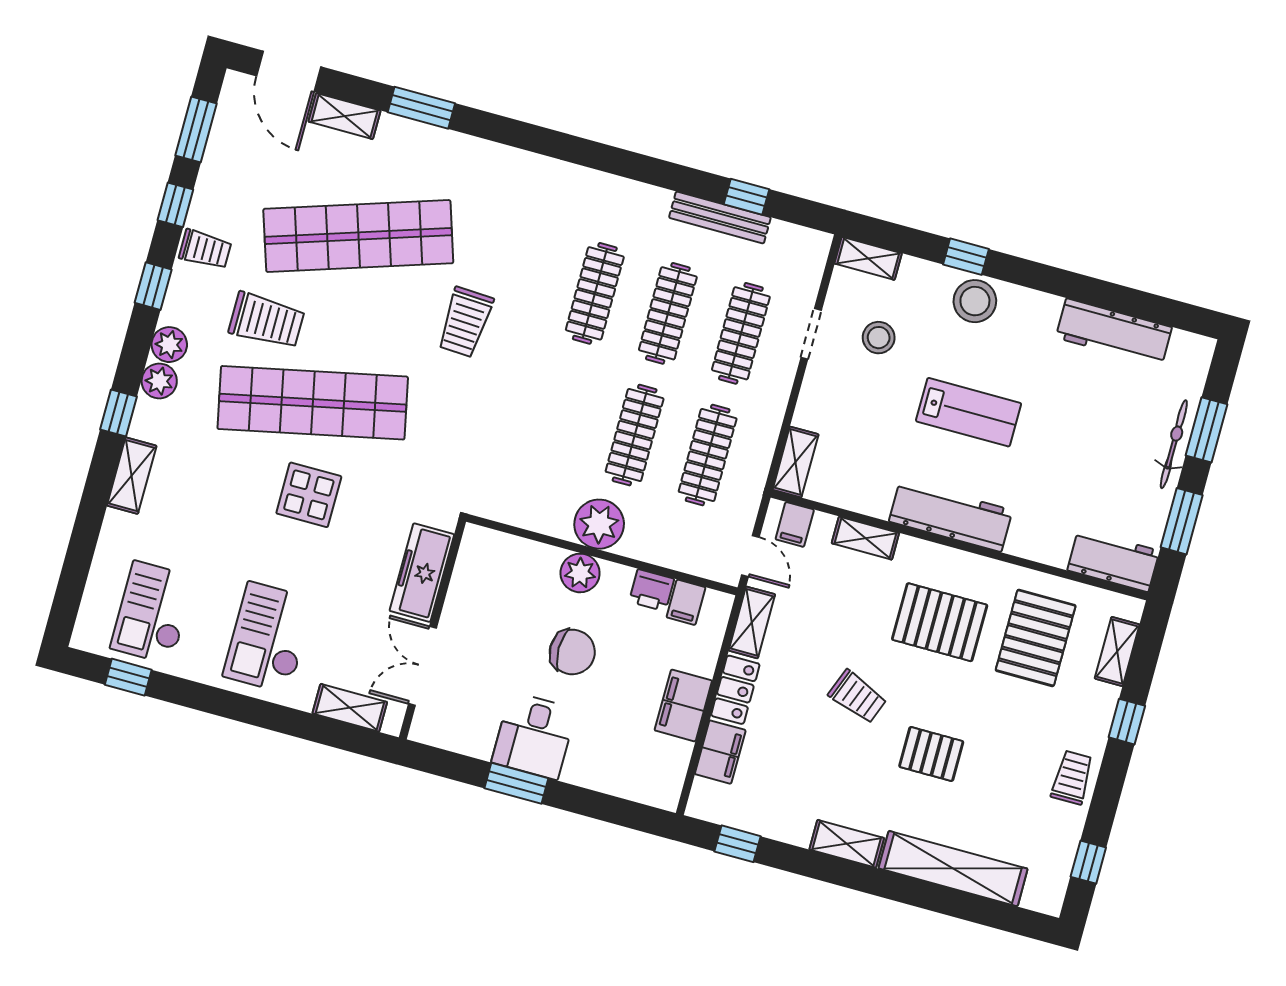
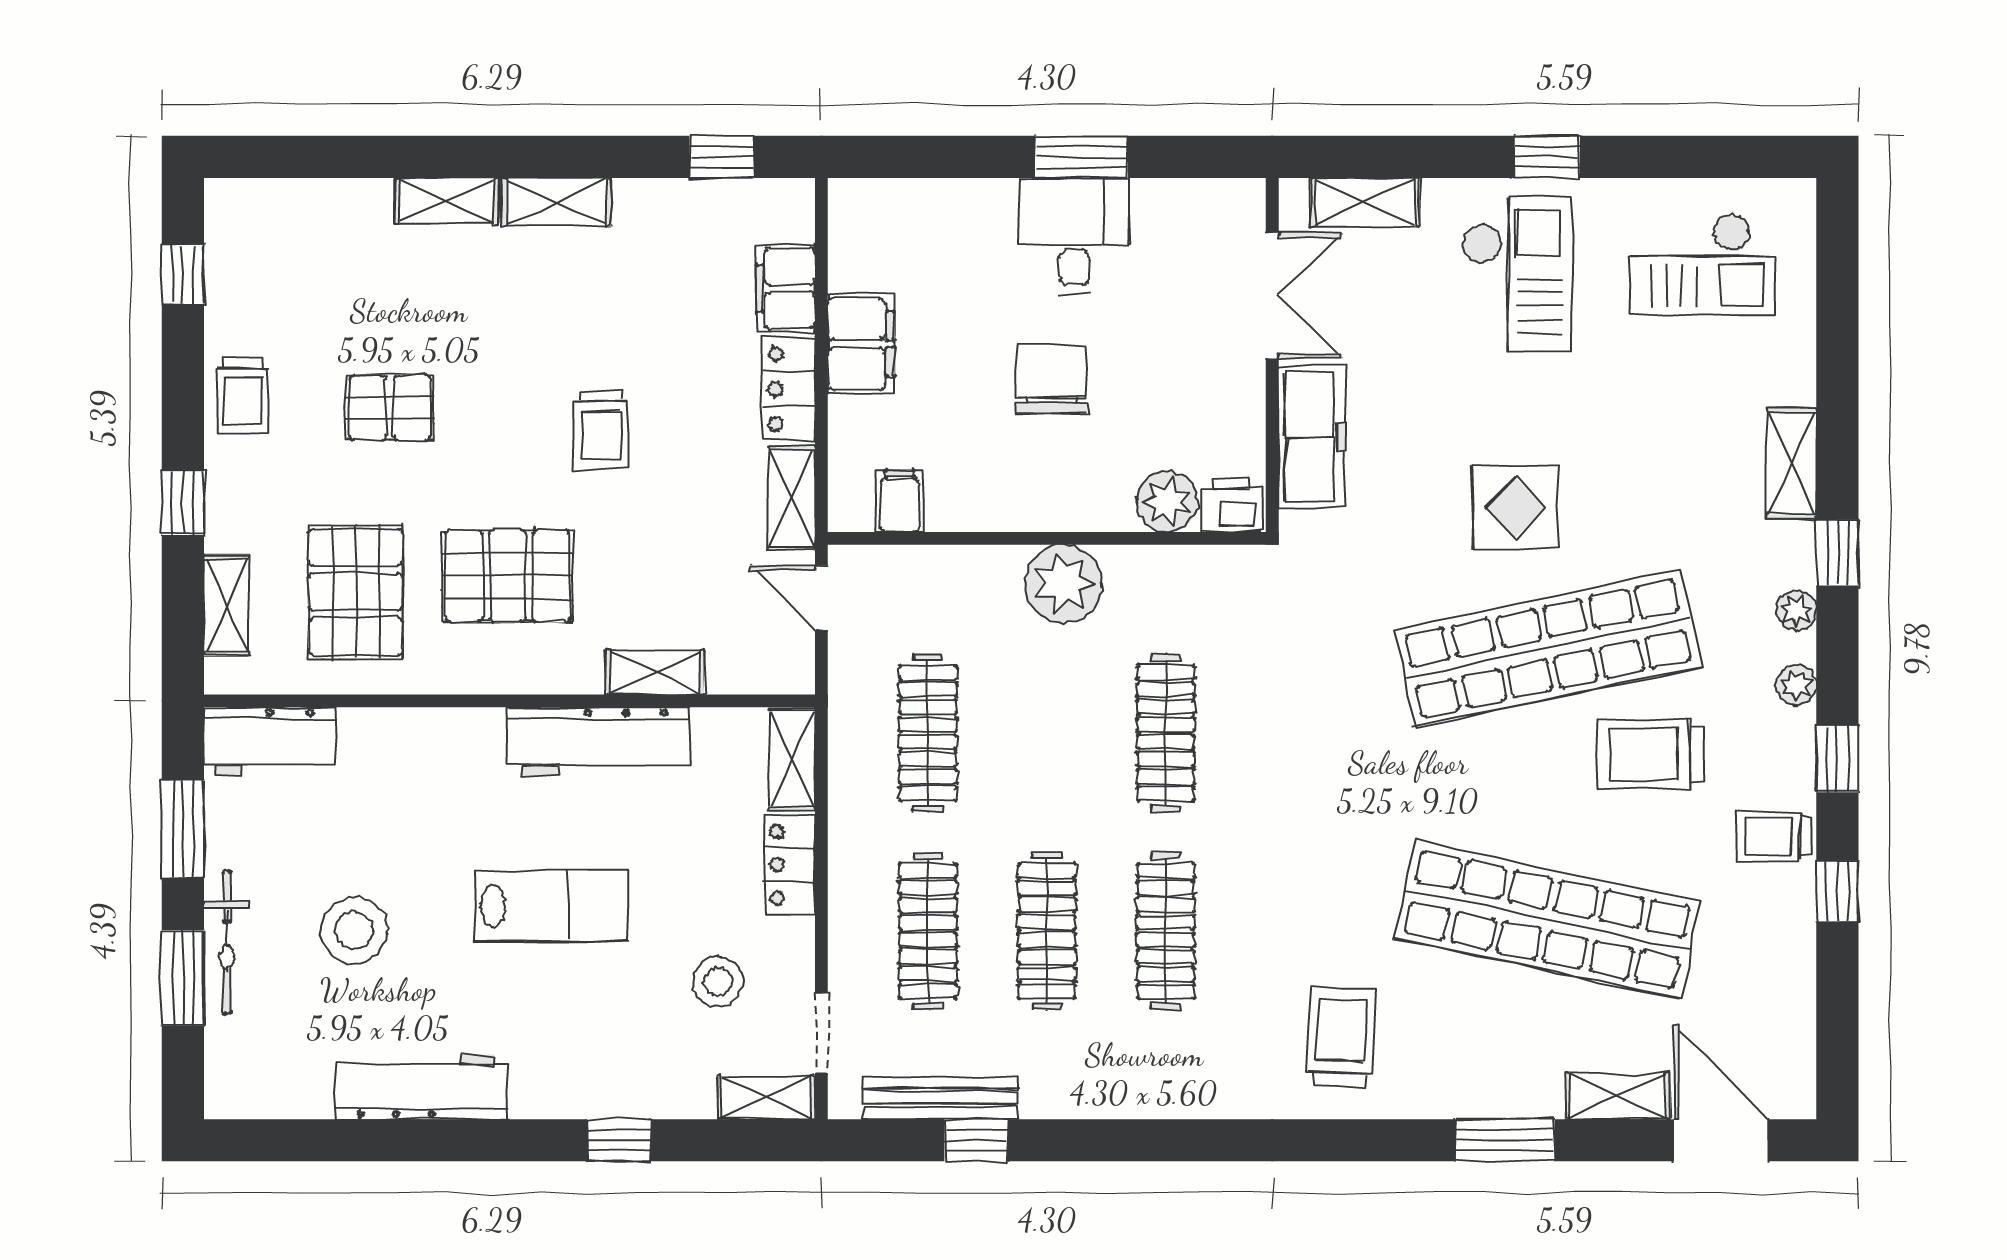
window: (196, 130) -> (1837, 1014), removed
bench: (720, 218) -> (940, 1098), moved
shop shelf: (358, 236) -> (1547, 920), turned 30
stool: (975, 301) -> (354, 930), moved
trolley: (465, 322) -> (1341, 1037), moved
workbench: (1114, 332) -> (422, 1087), moved
doorway: (811, 334) -> (821, 1033), moved
plant: (169, 345) -> (1796, 685), width x0.73, depth x0.73
plant: (159, 381) -> (1796, 610), width x0.73, depth x0.73
locker: (815, 397) -> (790, 865), added
lab bench: (969, 412) -> (551, 906), turned 180
clothes rail: (635, 435) -> (1166, 733), moved
workbench: (951, 516) -> (599, 742), moved
filing cabinet: (795, 524) -> (767, 664), removed
plant: (580, 573) -> (1167, 502), moved
printer: (652, 590) -> (1232, 505), moved
checkout: (153, 613) -> (1703, 264), turned 90
chair: (572, 652) -> (1051, 379), turned 90
window: (128, 677) -> (1547, 157), moved
trolley: (858, 697) -> (601, 429), turned -111
pallet: (931, 754) -> (390, 408), moved
shelving: (953, 869) -> (447, 201), width x0.45, depth x0.75

